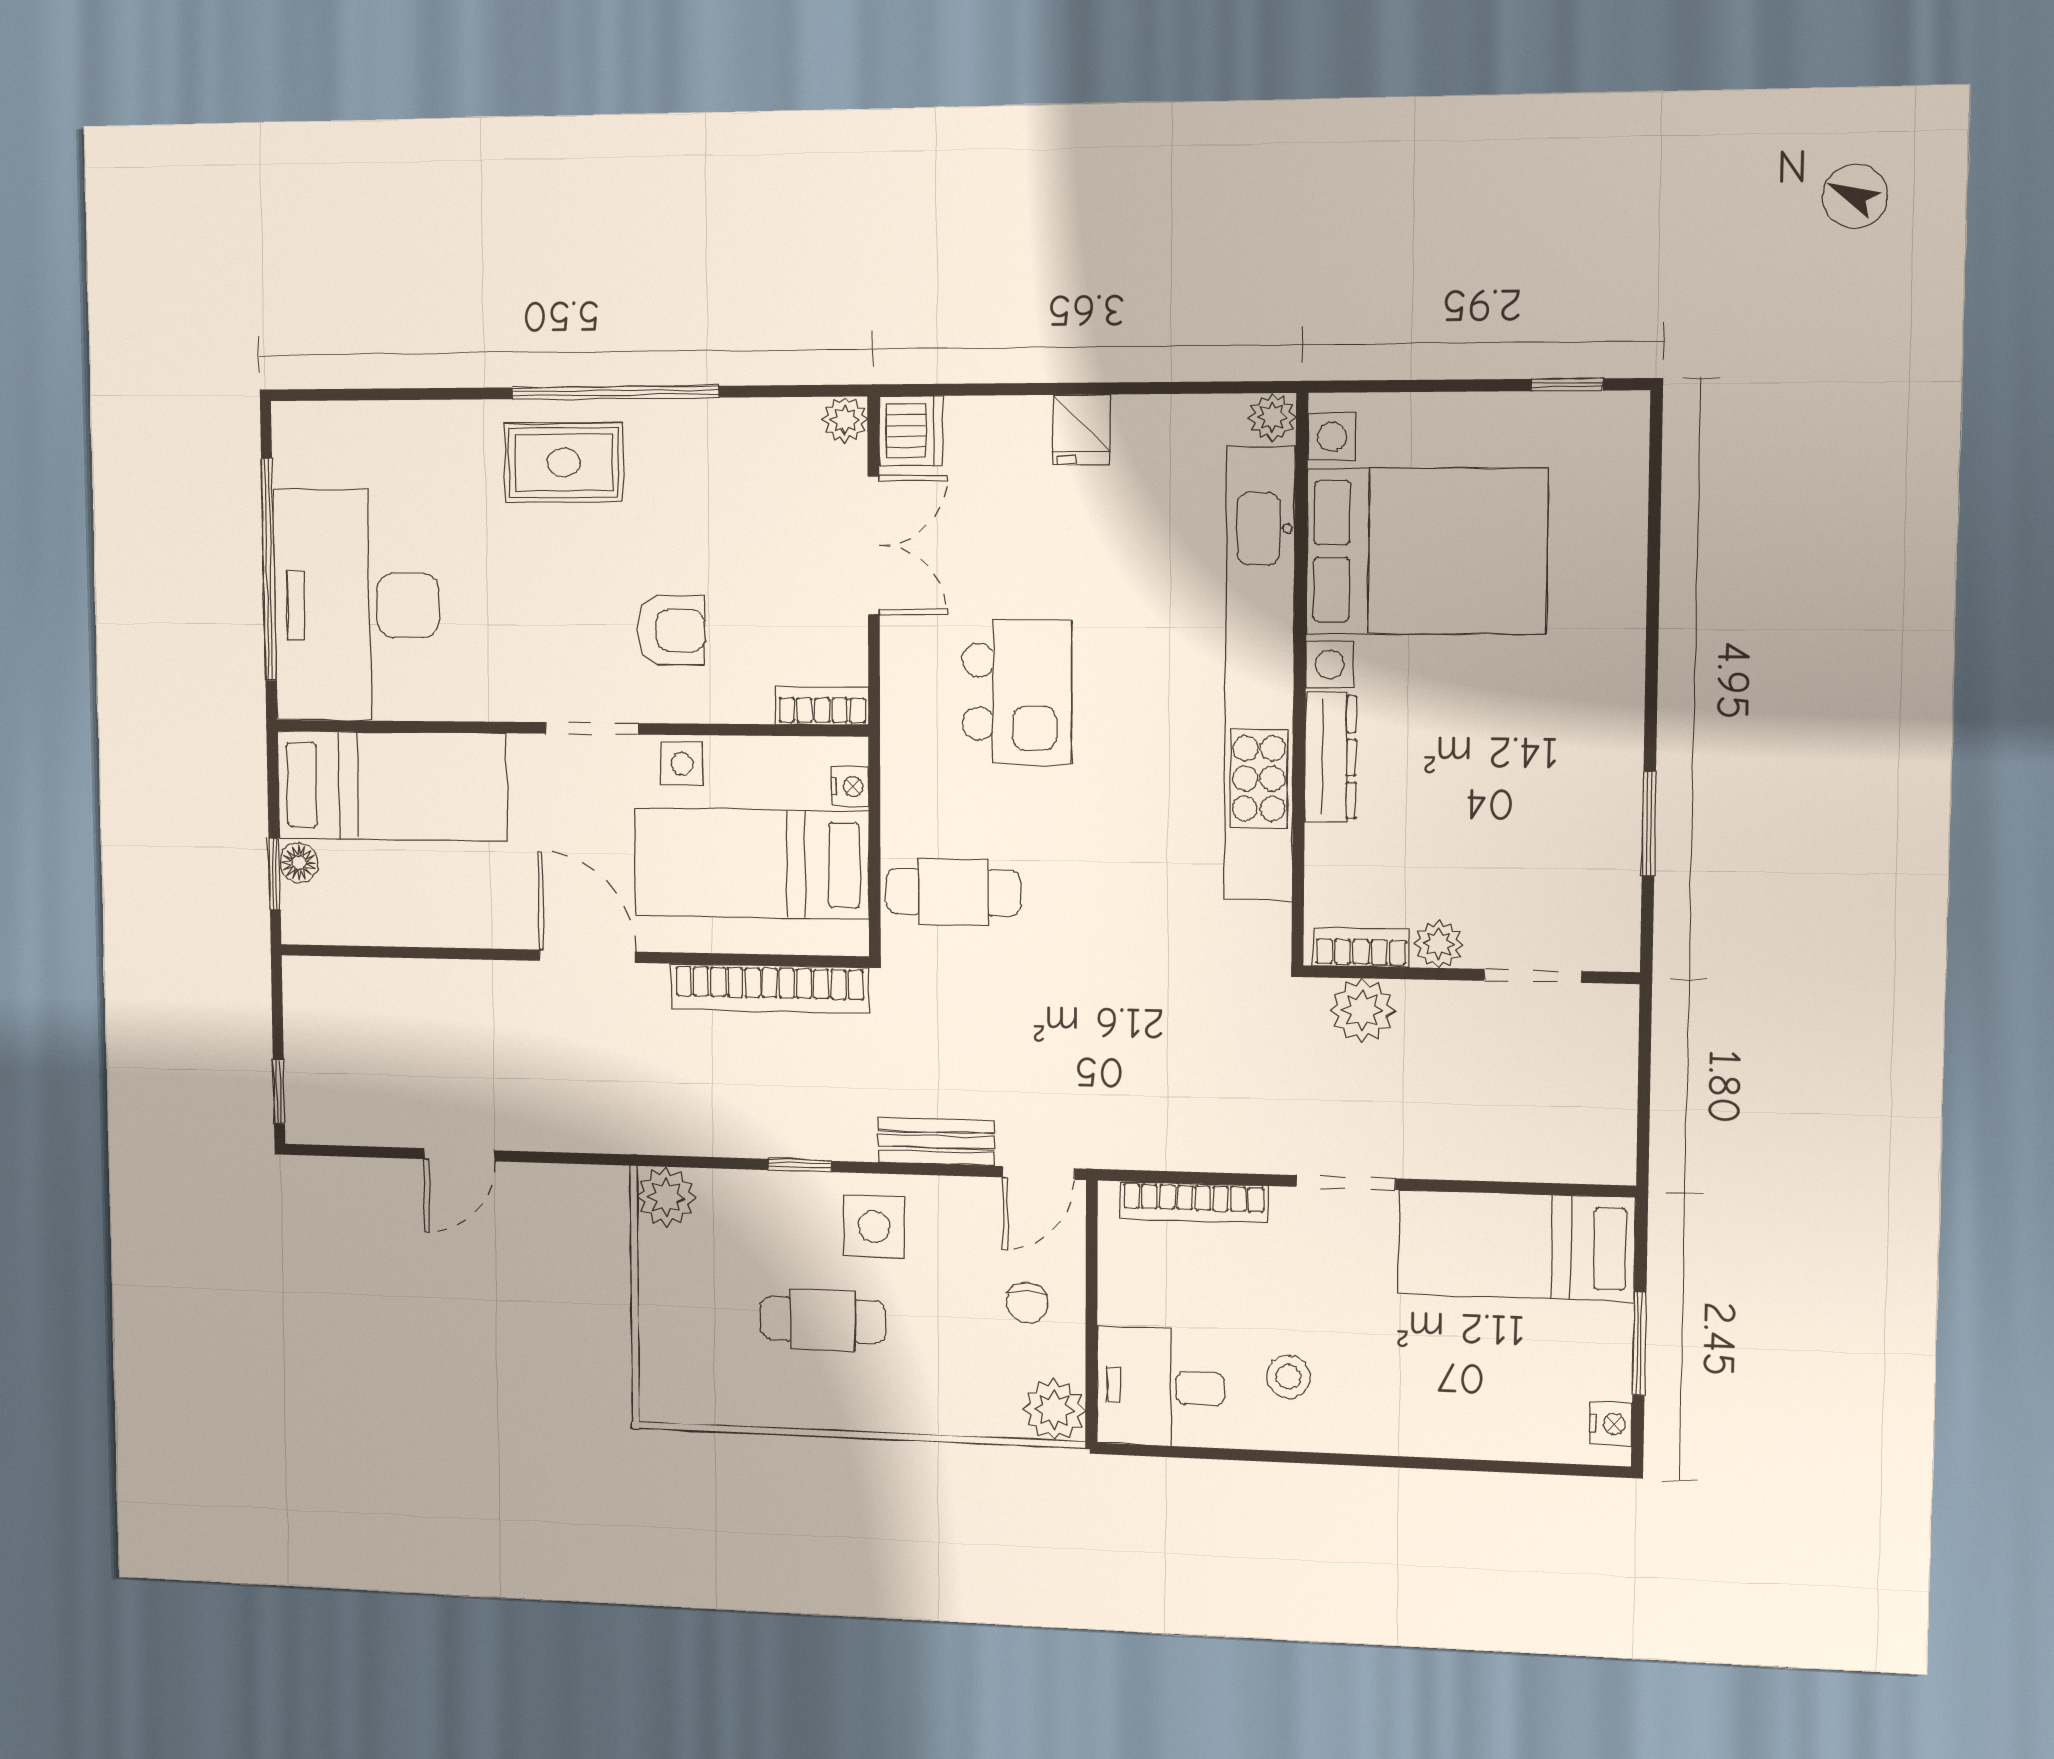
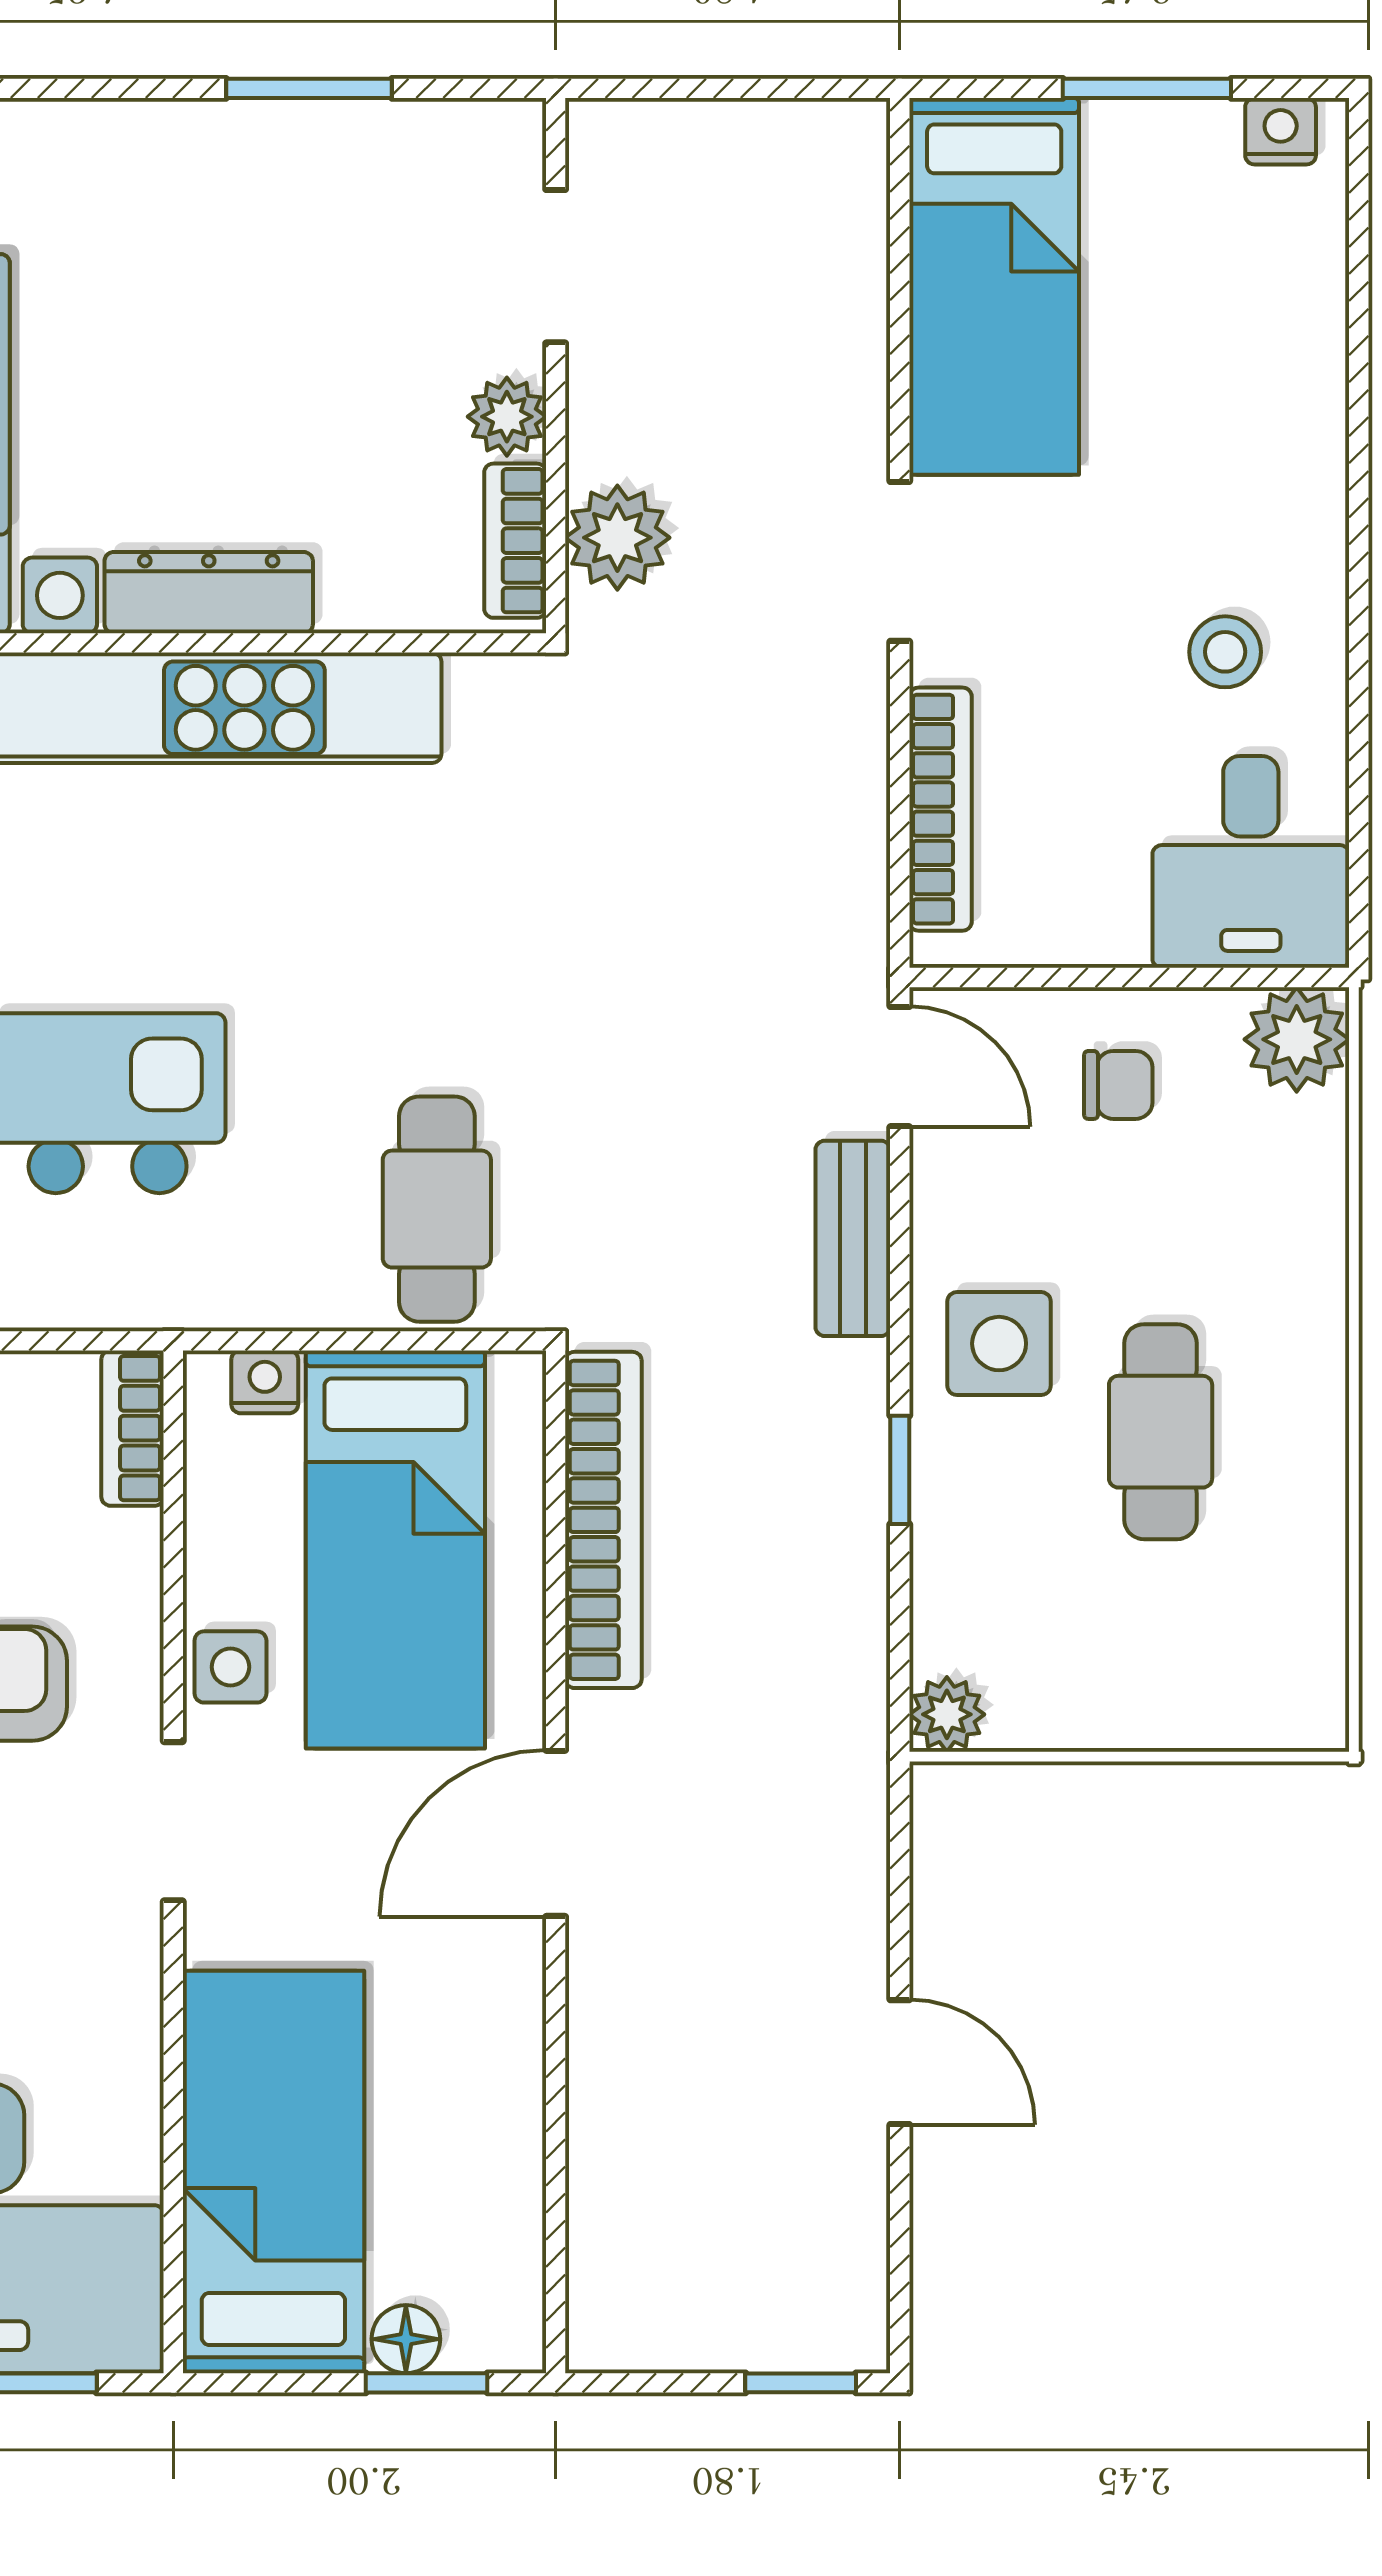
plant: (666, 1197) -> (947, 1714), width x0.73, depth x0.73

